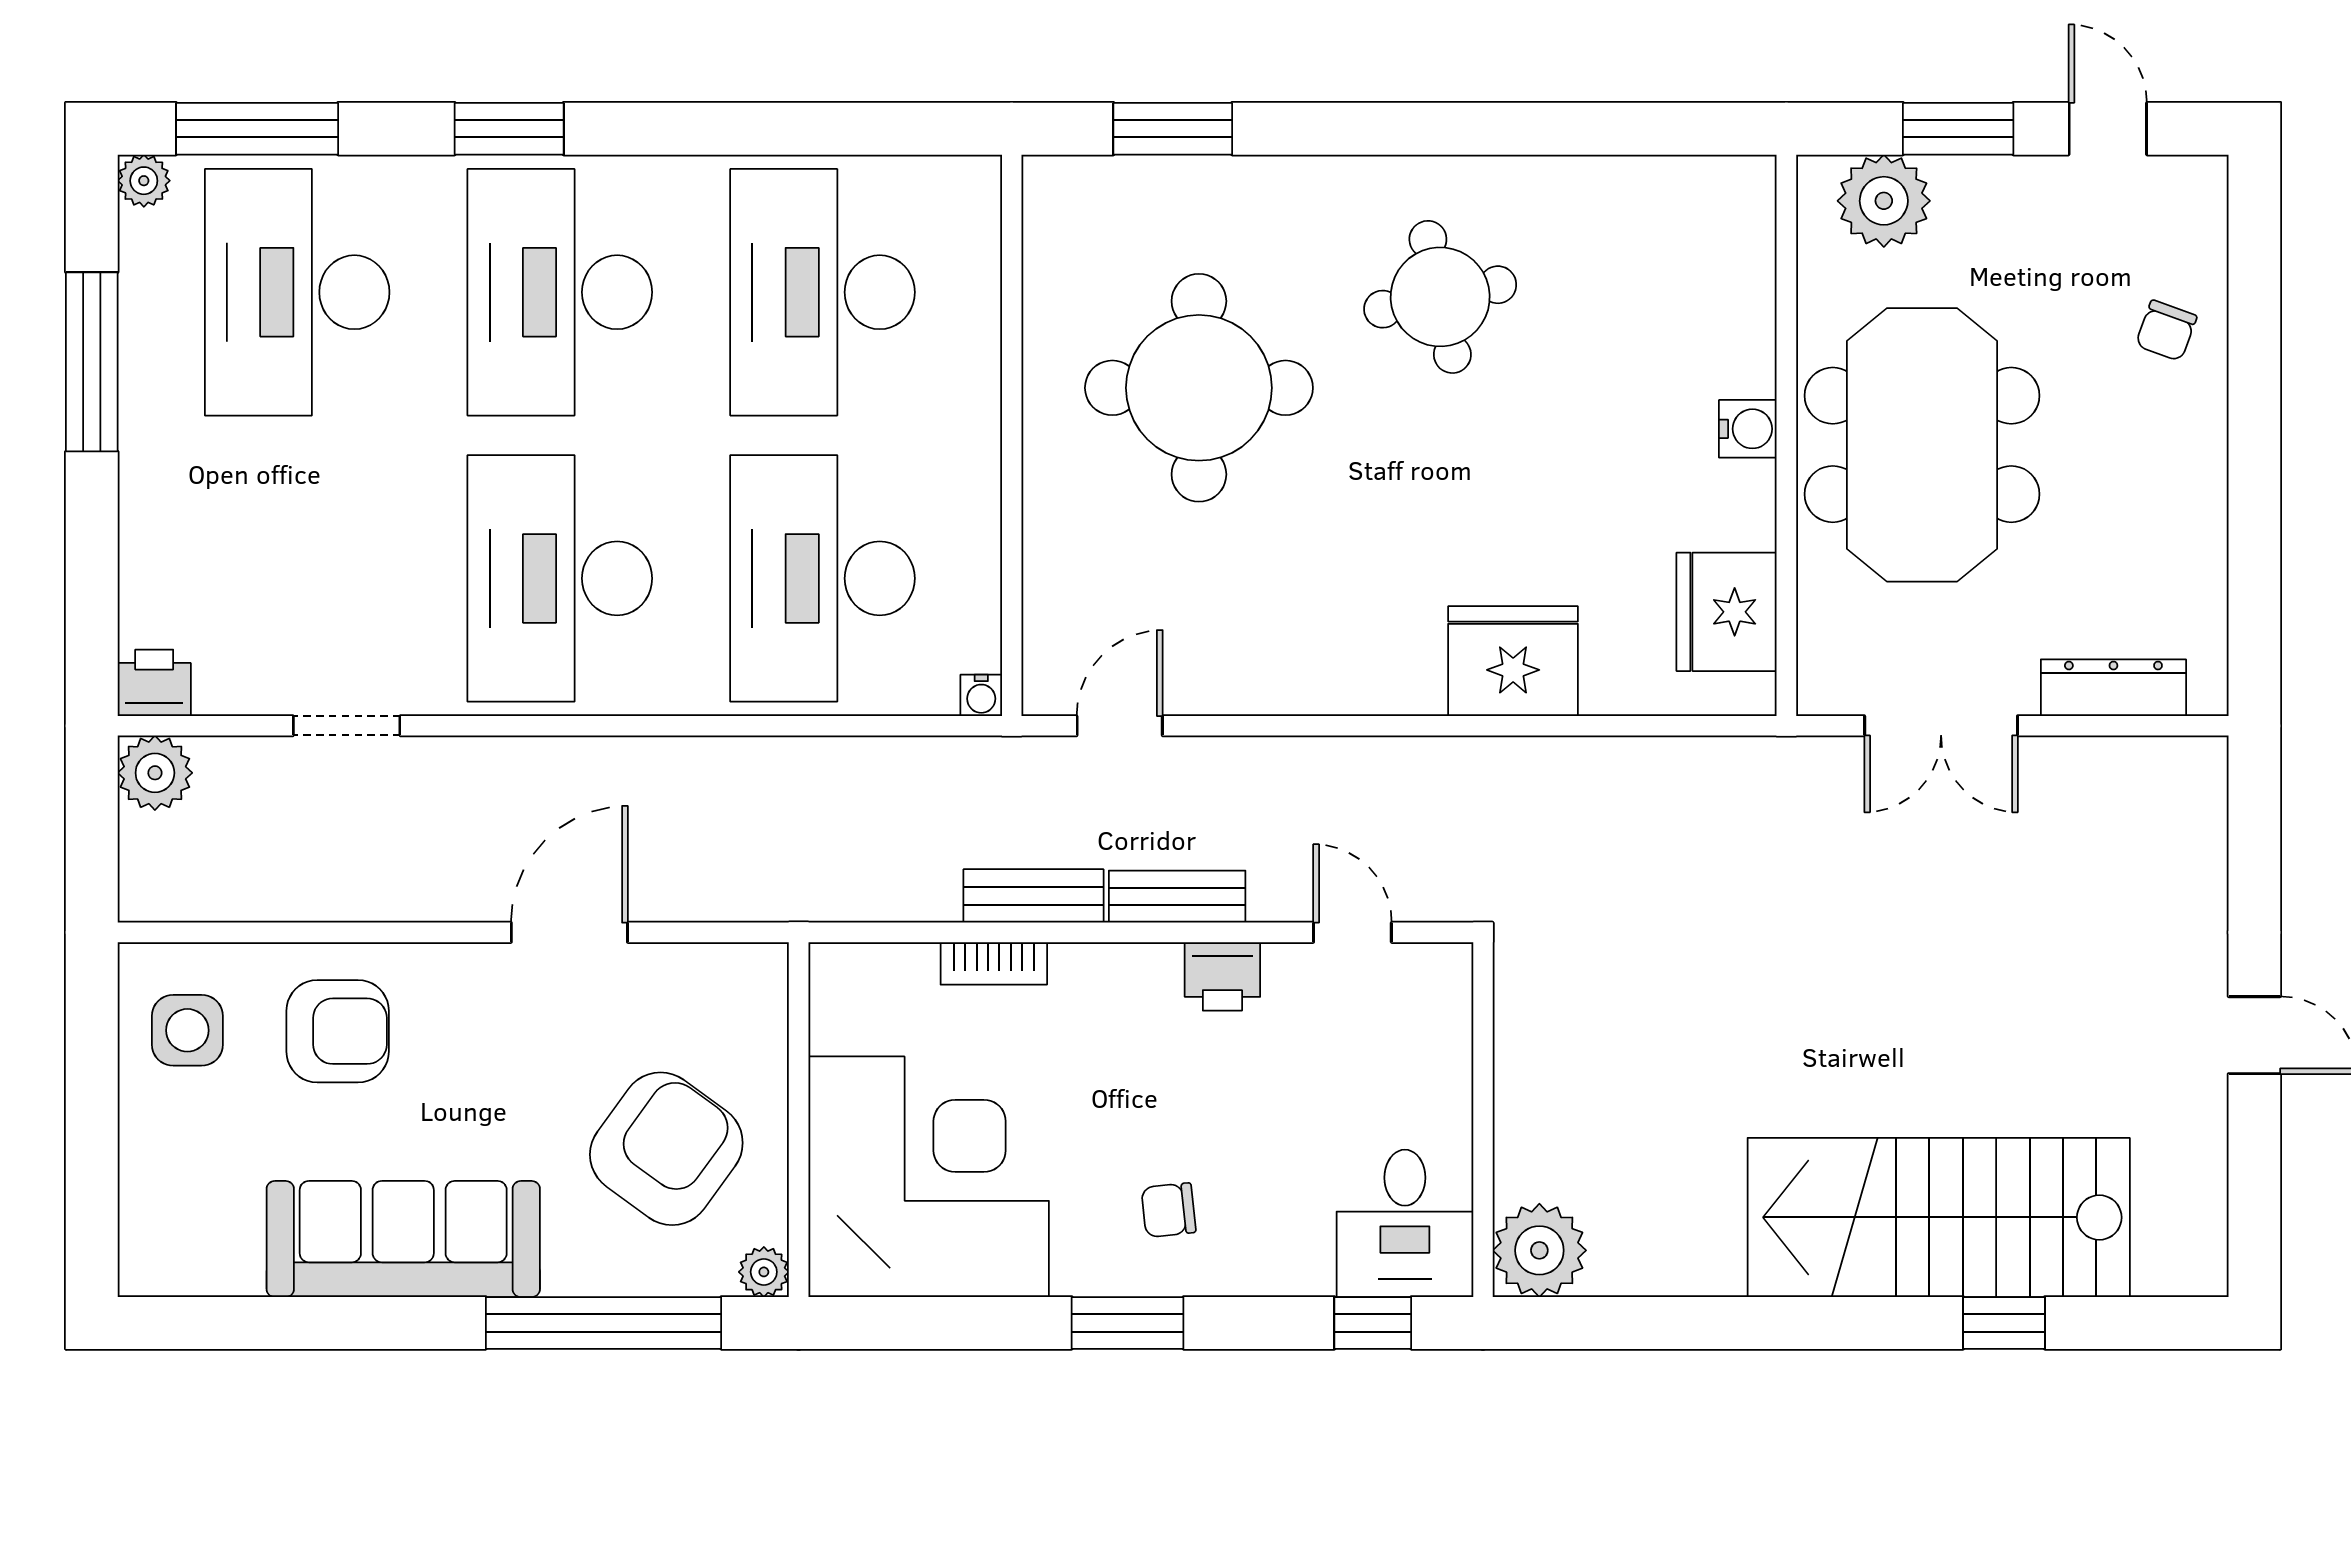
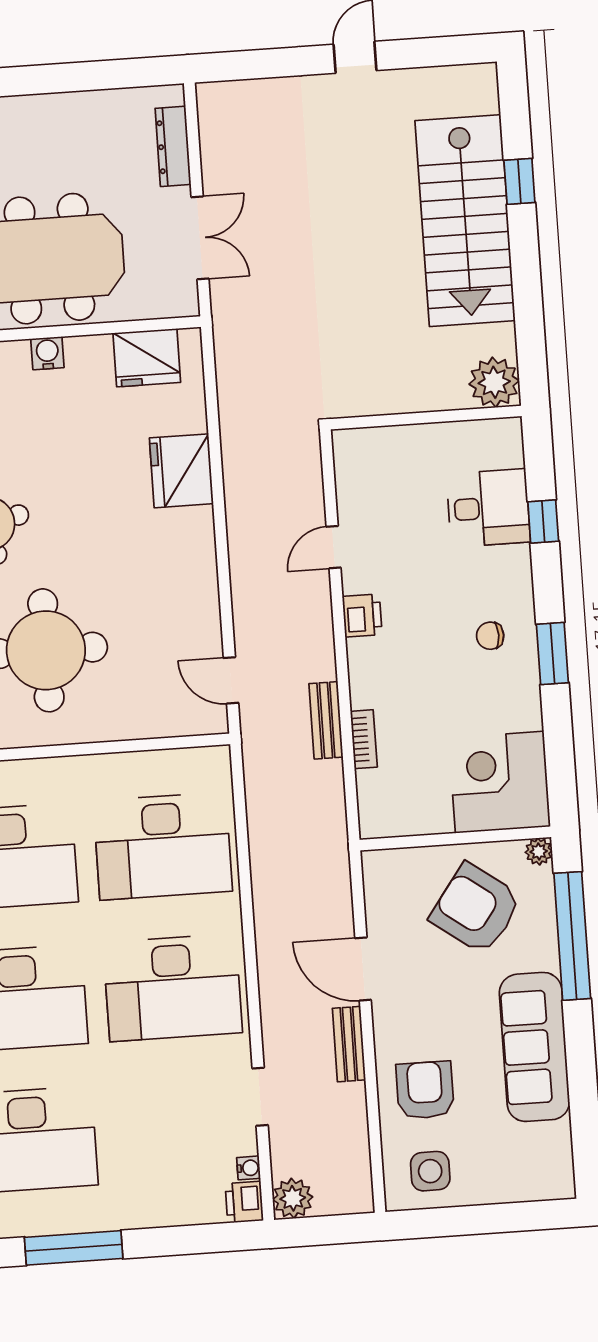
water cooler: (981, 695) -> (249, 1168), moved
bench: (1177, 897) -> (349, 1044), moved
wall: (1483, 1120) -> (426, 418), moved
corner desk: (929, 1177) -> (500, 782), width x0.74, depth x0.74
chair: (1169, 1210) -> (490, 636), turned 96
plant: (1539, 1250) -> (494, 382), moved

